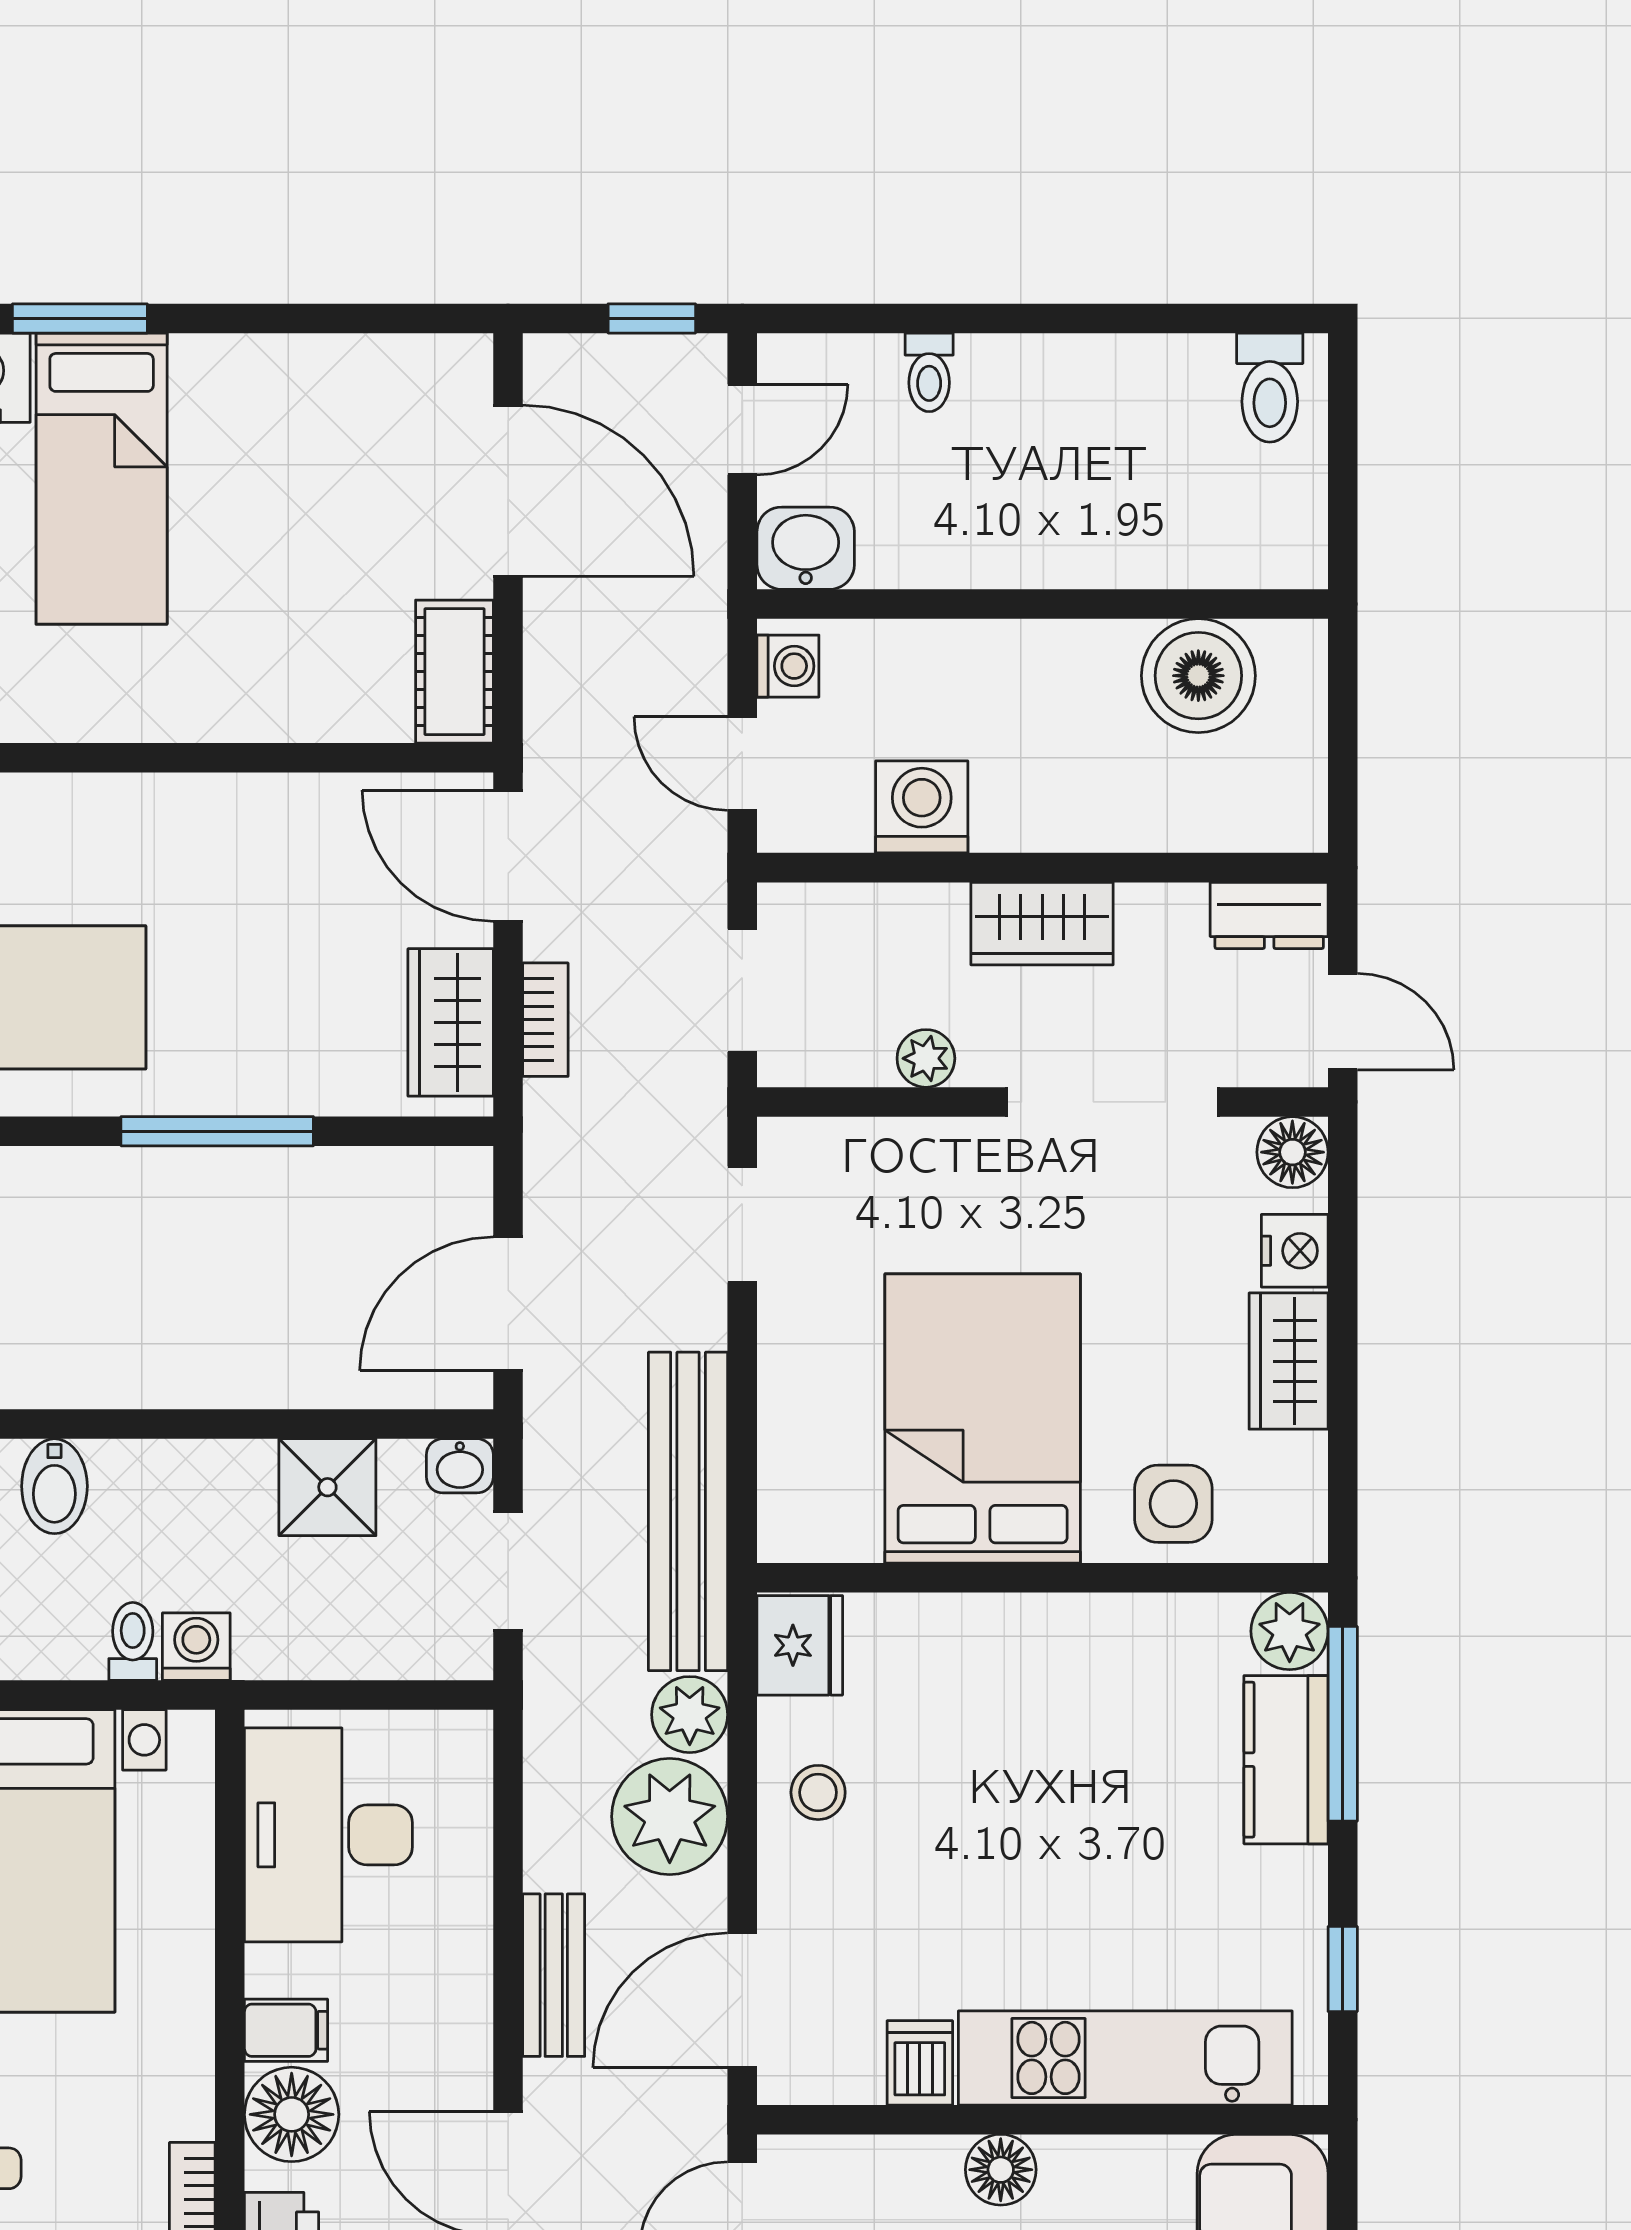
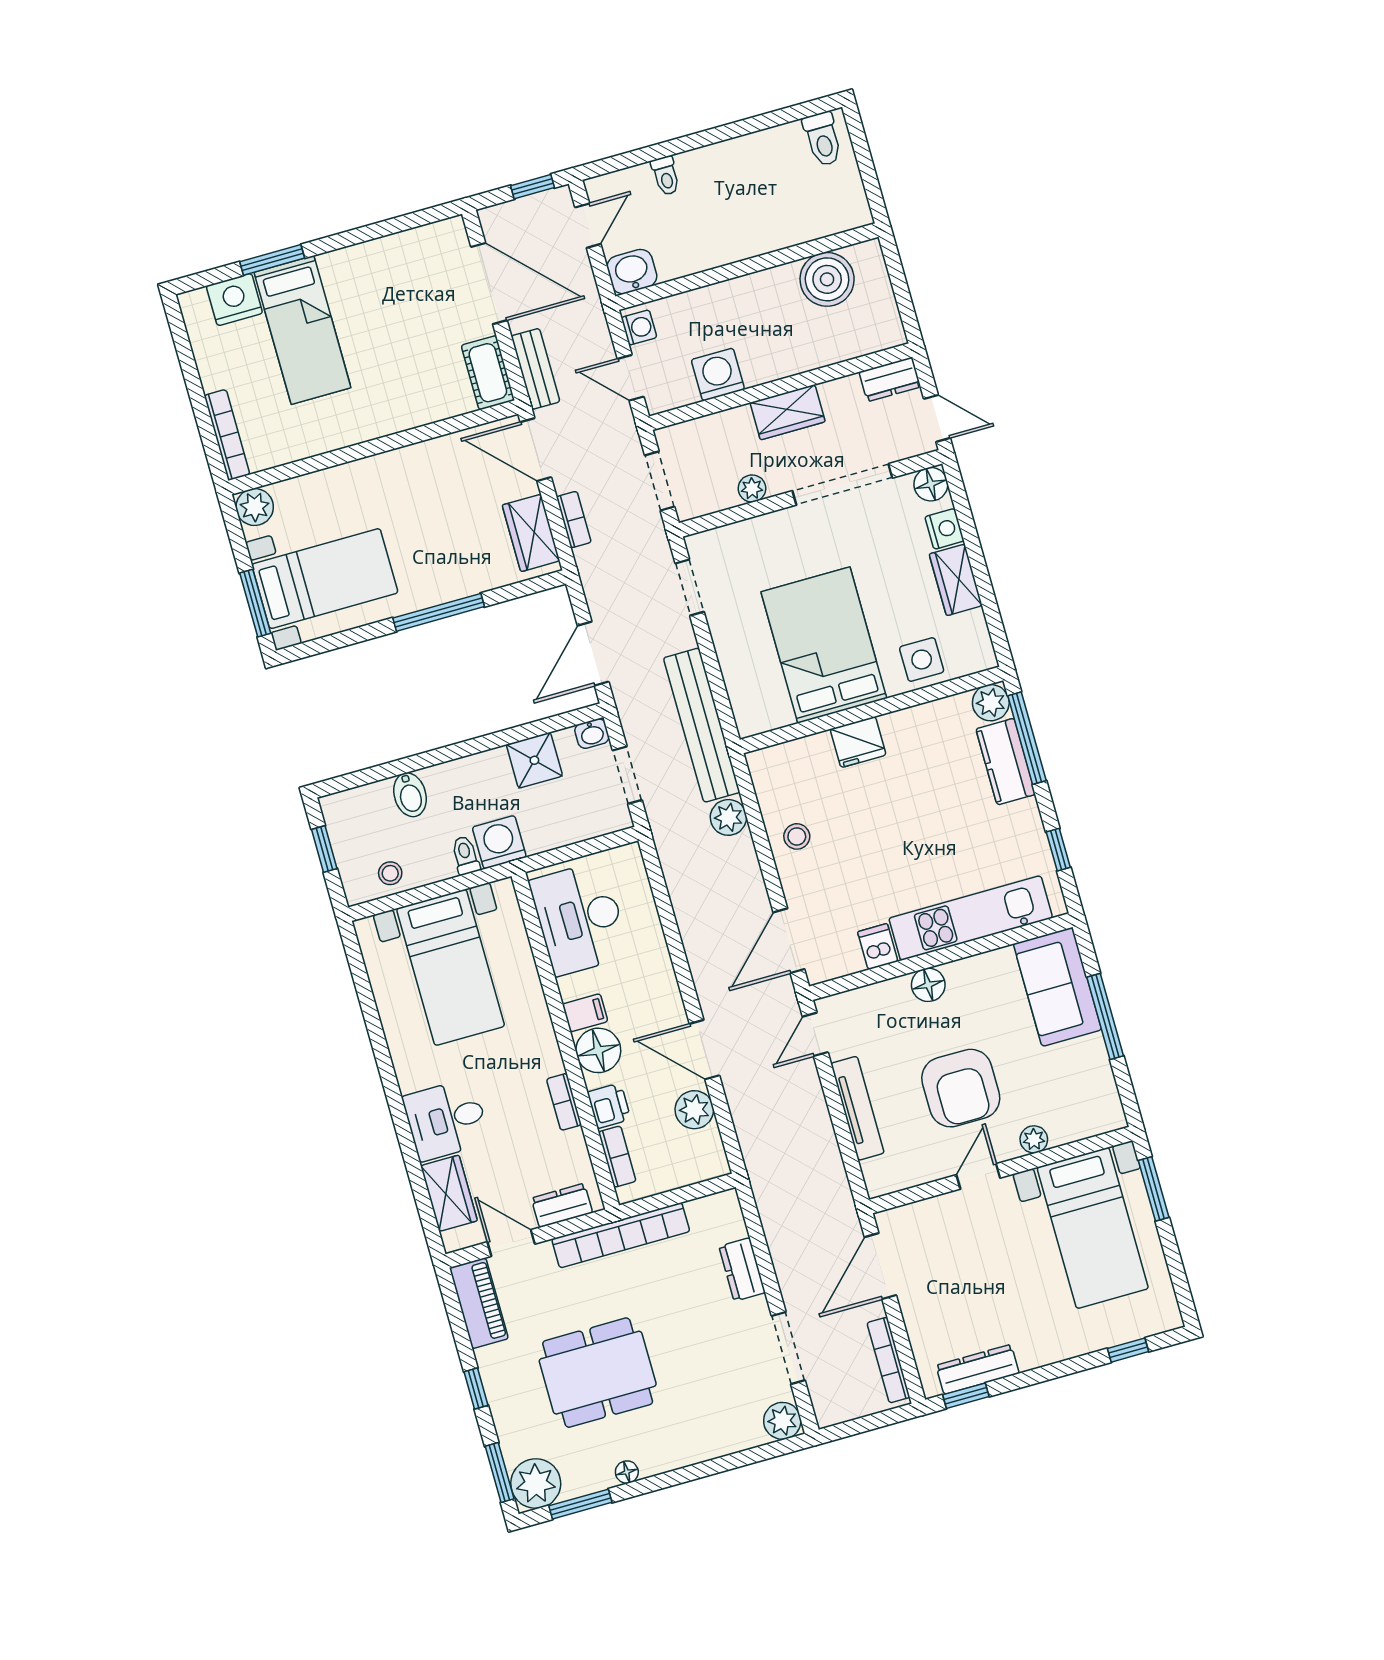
fridge: (800, 1645) -> (858, 742), moved, turned 90
washing machine: (196, 1647) -> (499, 842), width x1.38, depth x1.38
plant: (670, 1816) -> (732, 866), removed
bench: (554, 1975) -> (536, 369), moved

